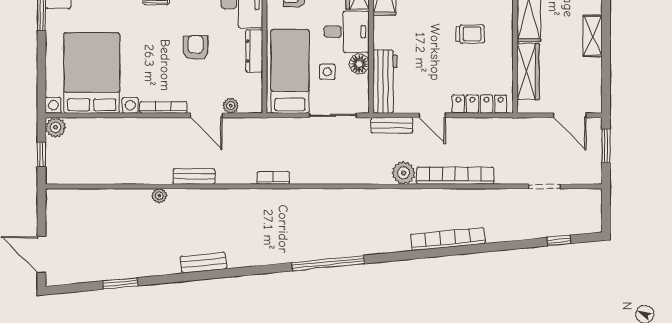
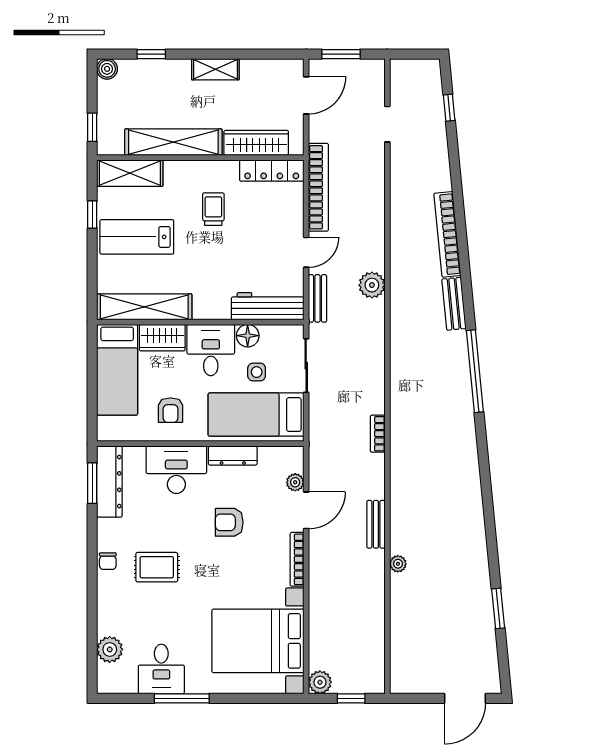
locker: (479, 104) -> (272, 171), moved, turned -90
bookcase: (455, 176) -> (318, 187), moved, turned 180
bench: (203, 263) -> (454, 304), moved

